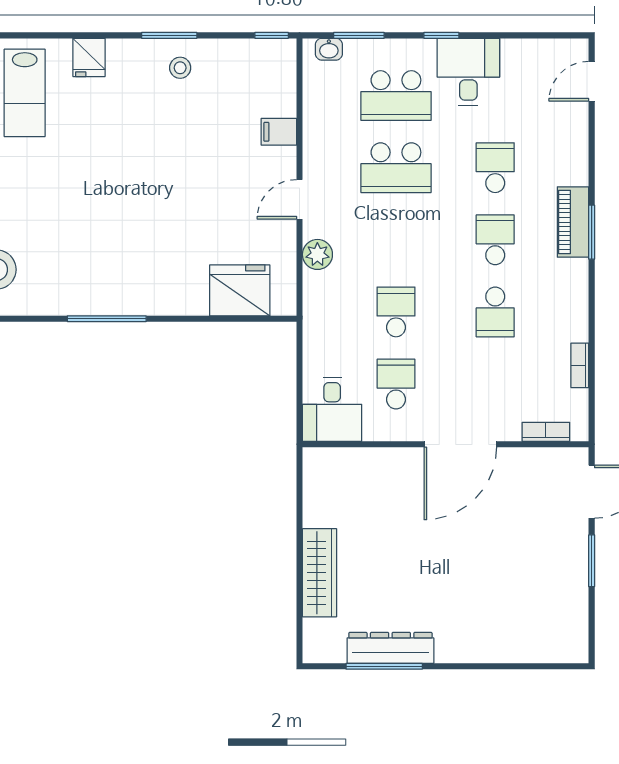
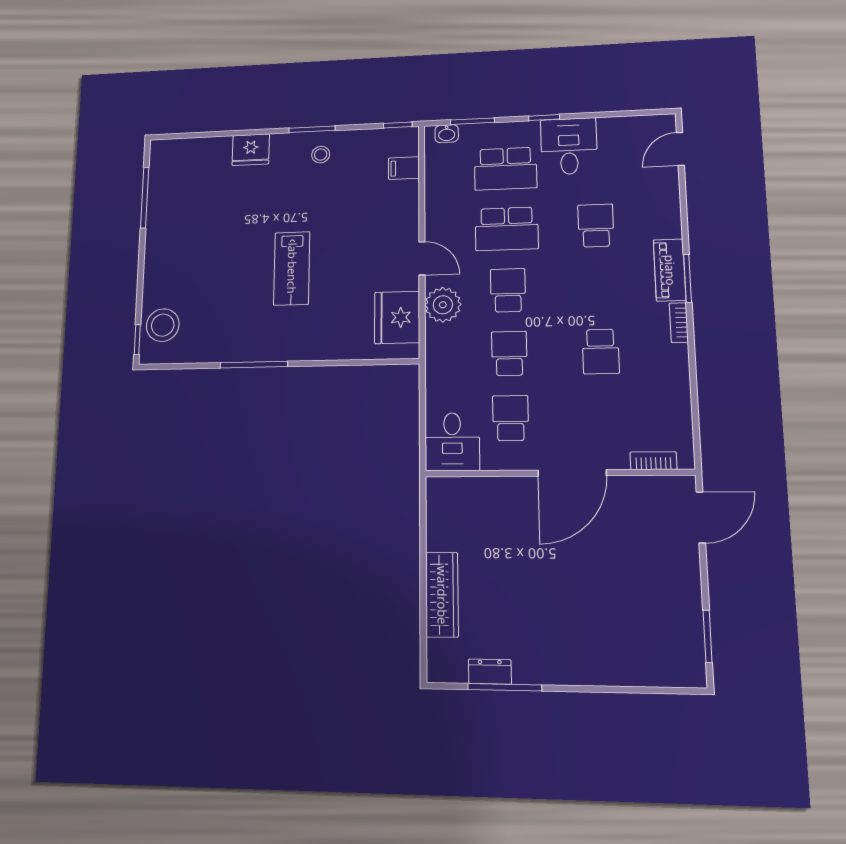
fridge: (89, 57) -> (251, 150), width x1.38
lab bench: (25, 93) -> (292, 268), moved
filing cabinet: (279, 132) -> (404, 168), moved
door: (300, 199) -> (422, 258), swing flipped
school desk: (495, 240) -> (508, 290), moved
plant: (317, 254) -> (443, 305), width x1.36, depth x1.36
fridge: (240, 290) -> (397, 317), moved, turned -90
bookcase: (580, 365) -> (679, 323), moved
window: (592, 561) -> (708, 636), moved
dresser: (390, 648) -> (490, 672), width x0.51, depth x0.80

